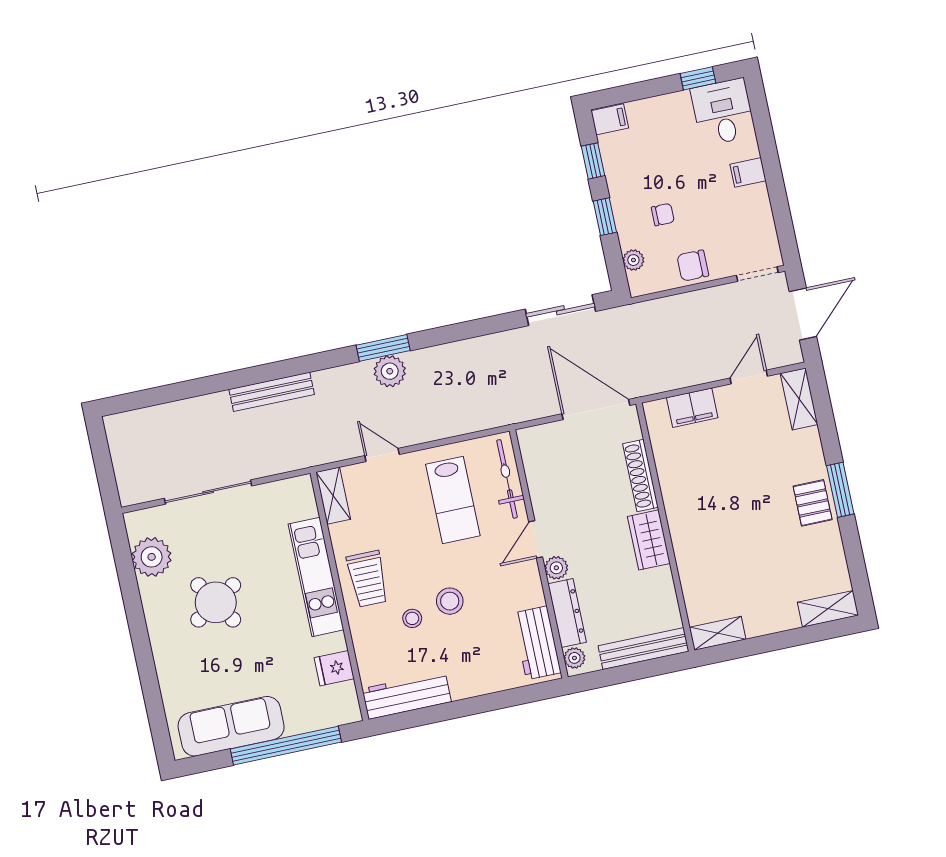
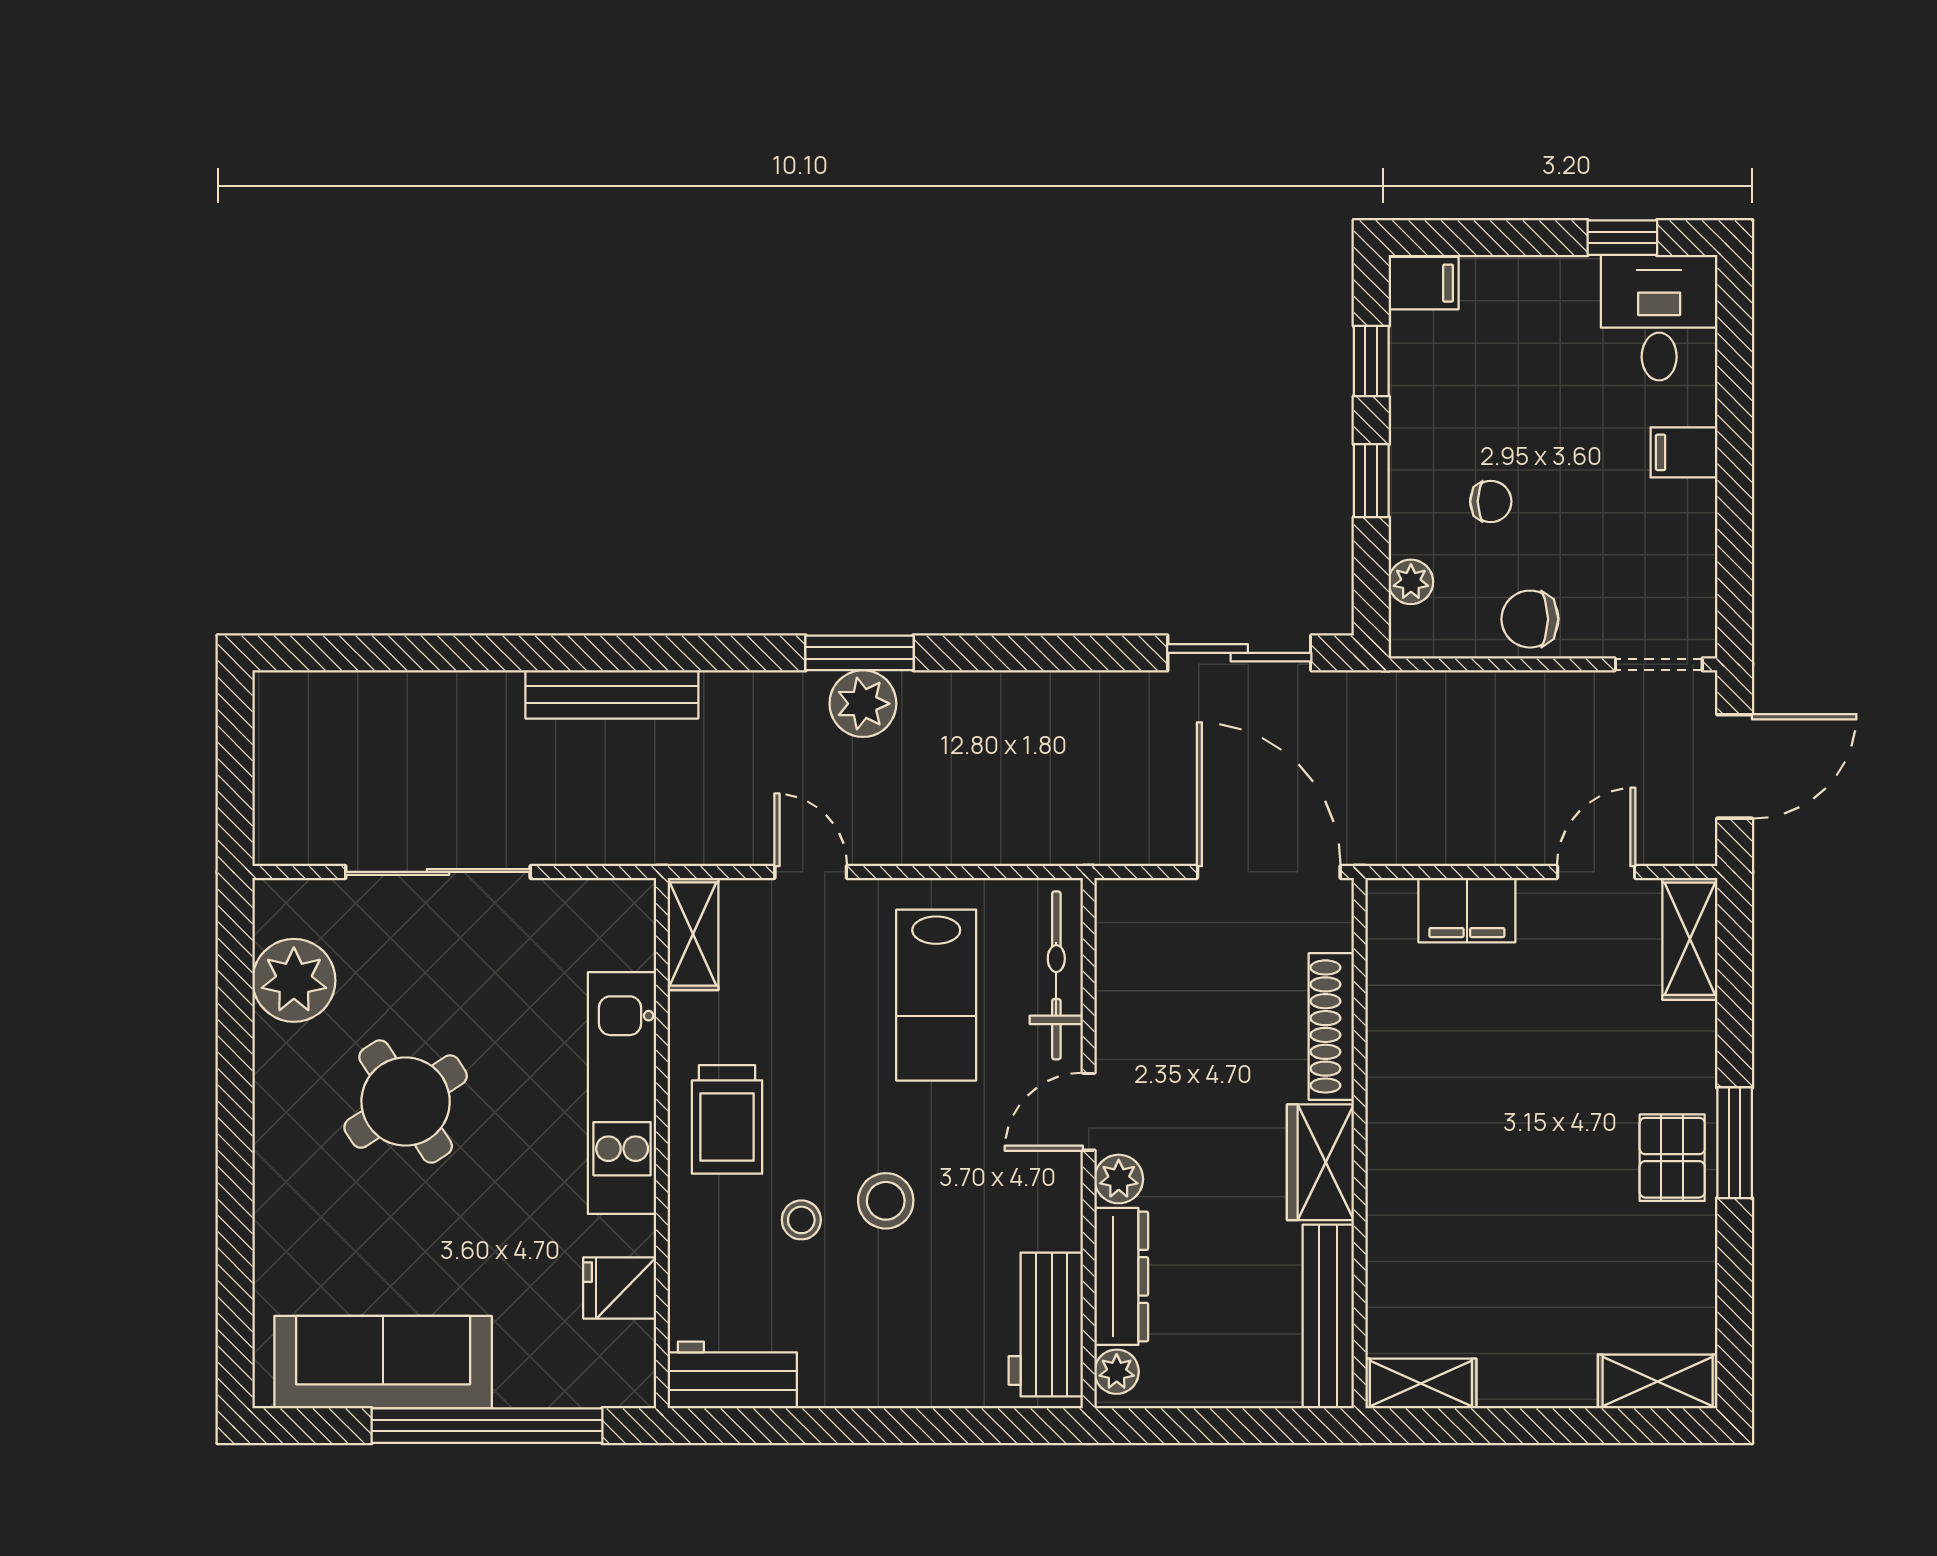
bench: (643, 649) -> (1328, 1316), moved, turned 90
workbench: (407, 695) -> (732, 1375), width x0.73

